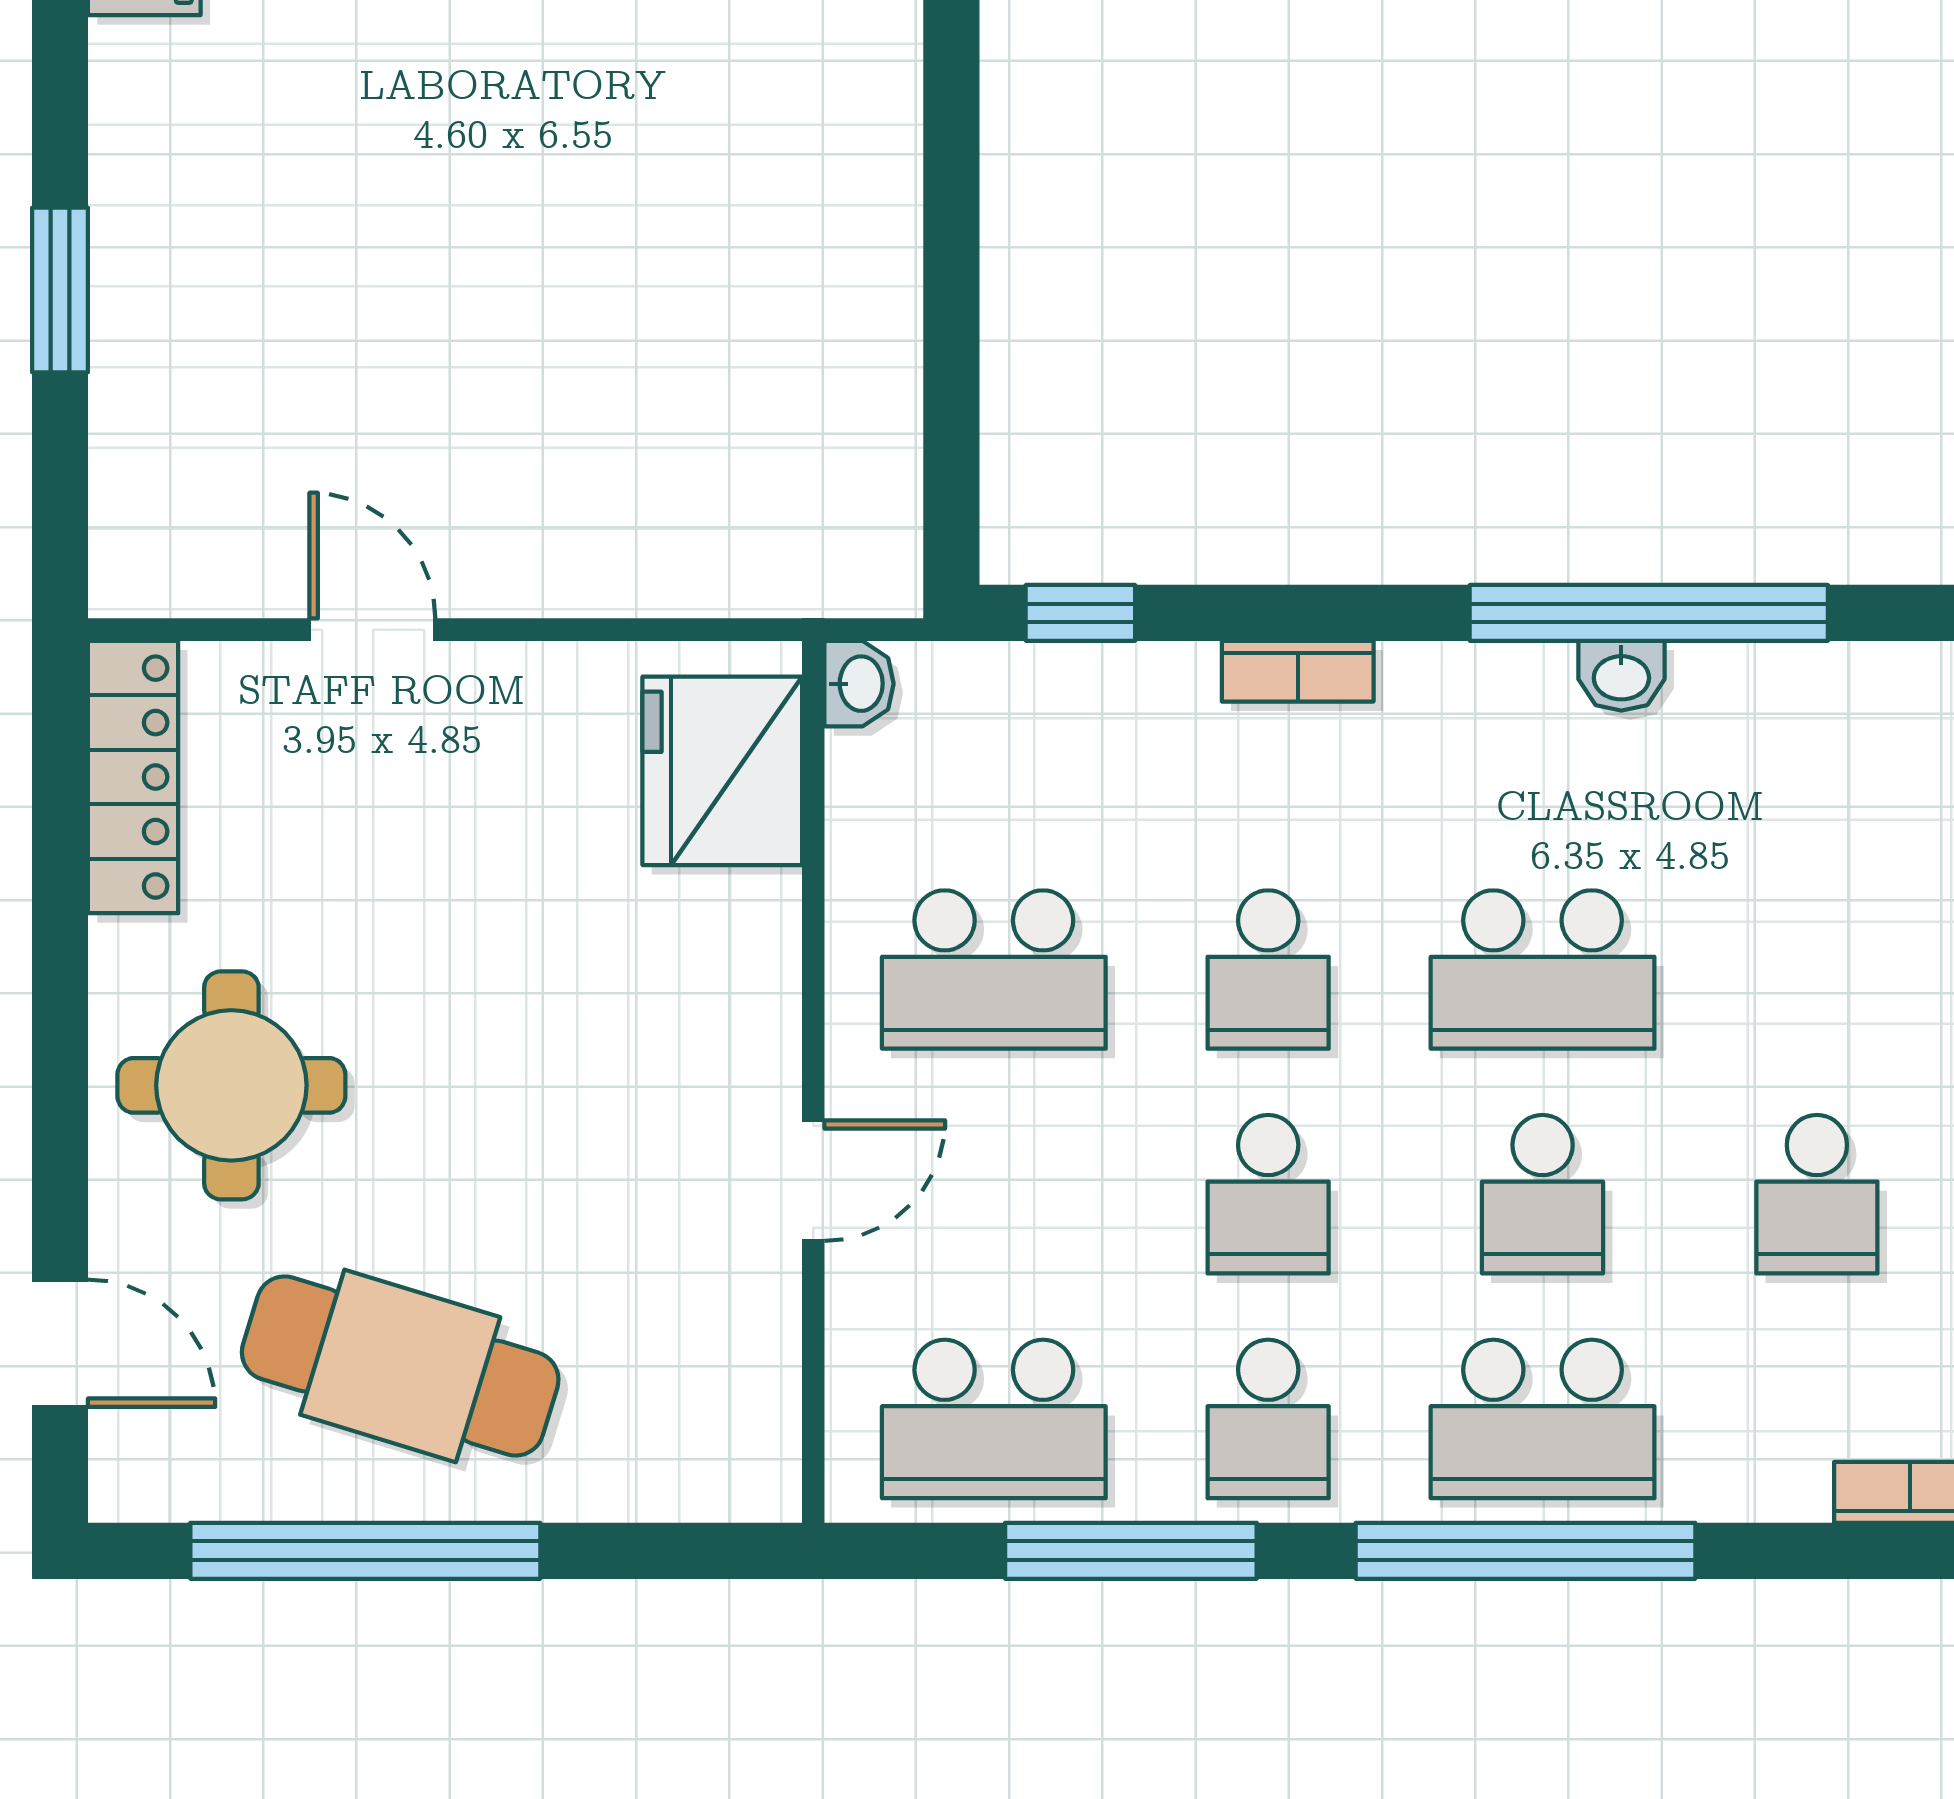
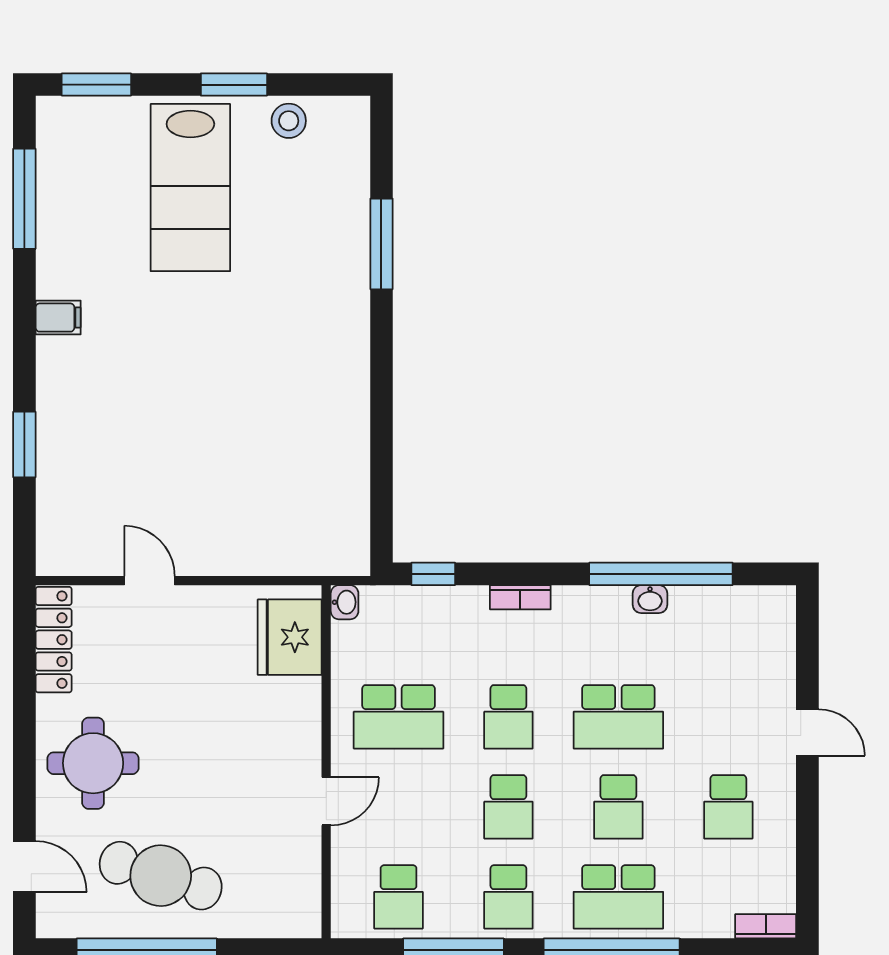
school desk: (994, 1419) -> (399, 897), width x0.54

